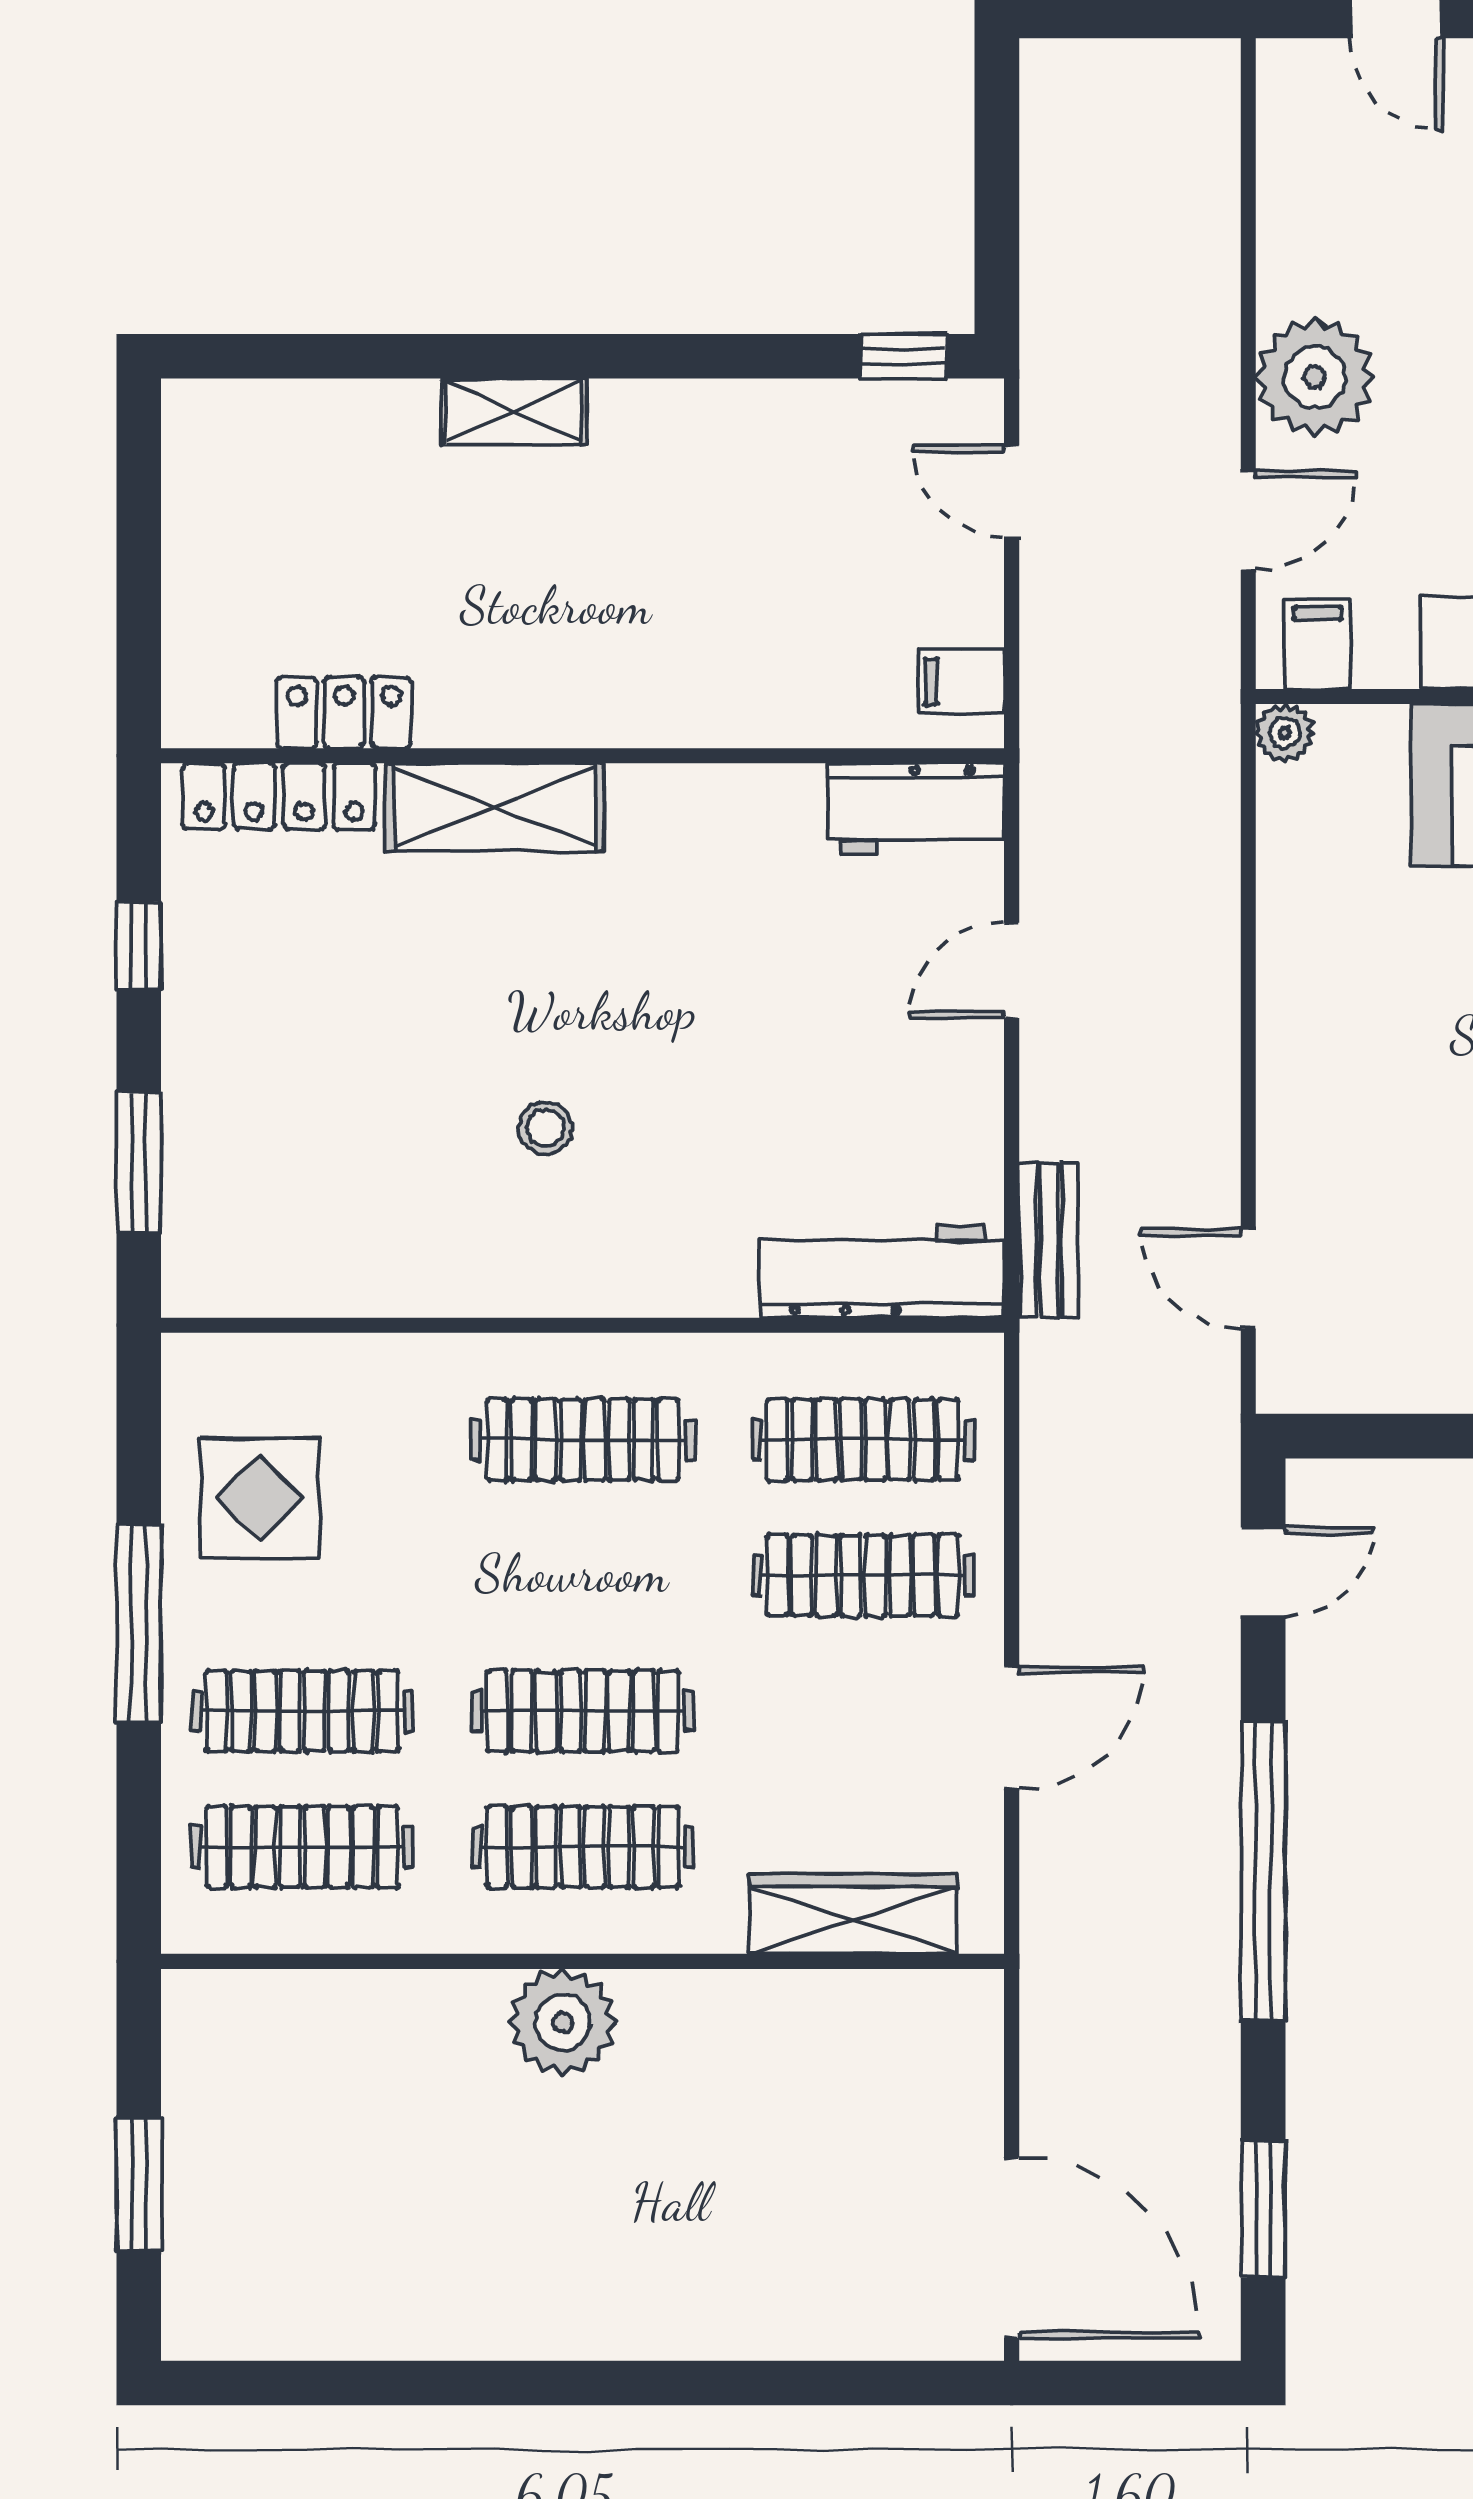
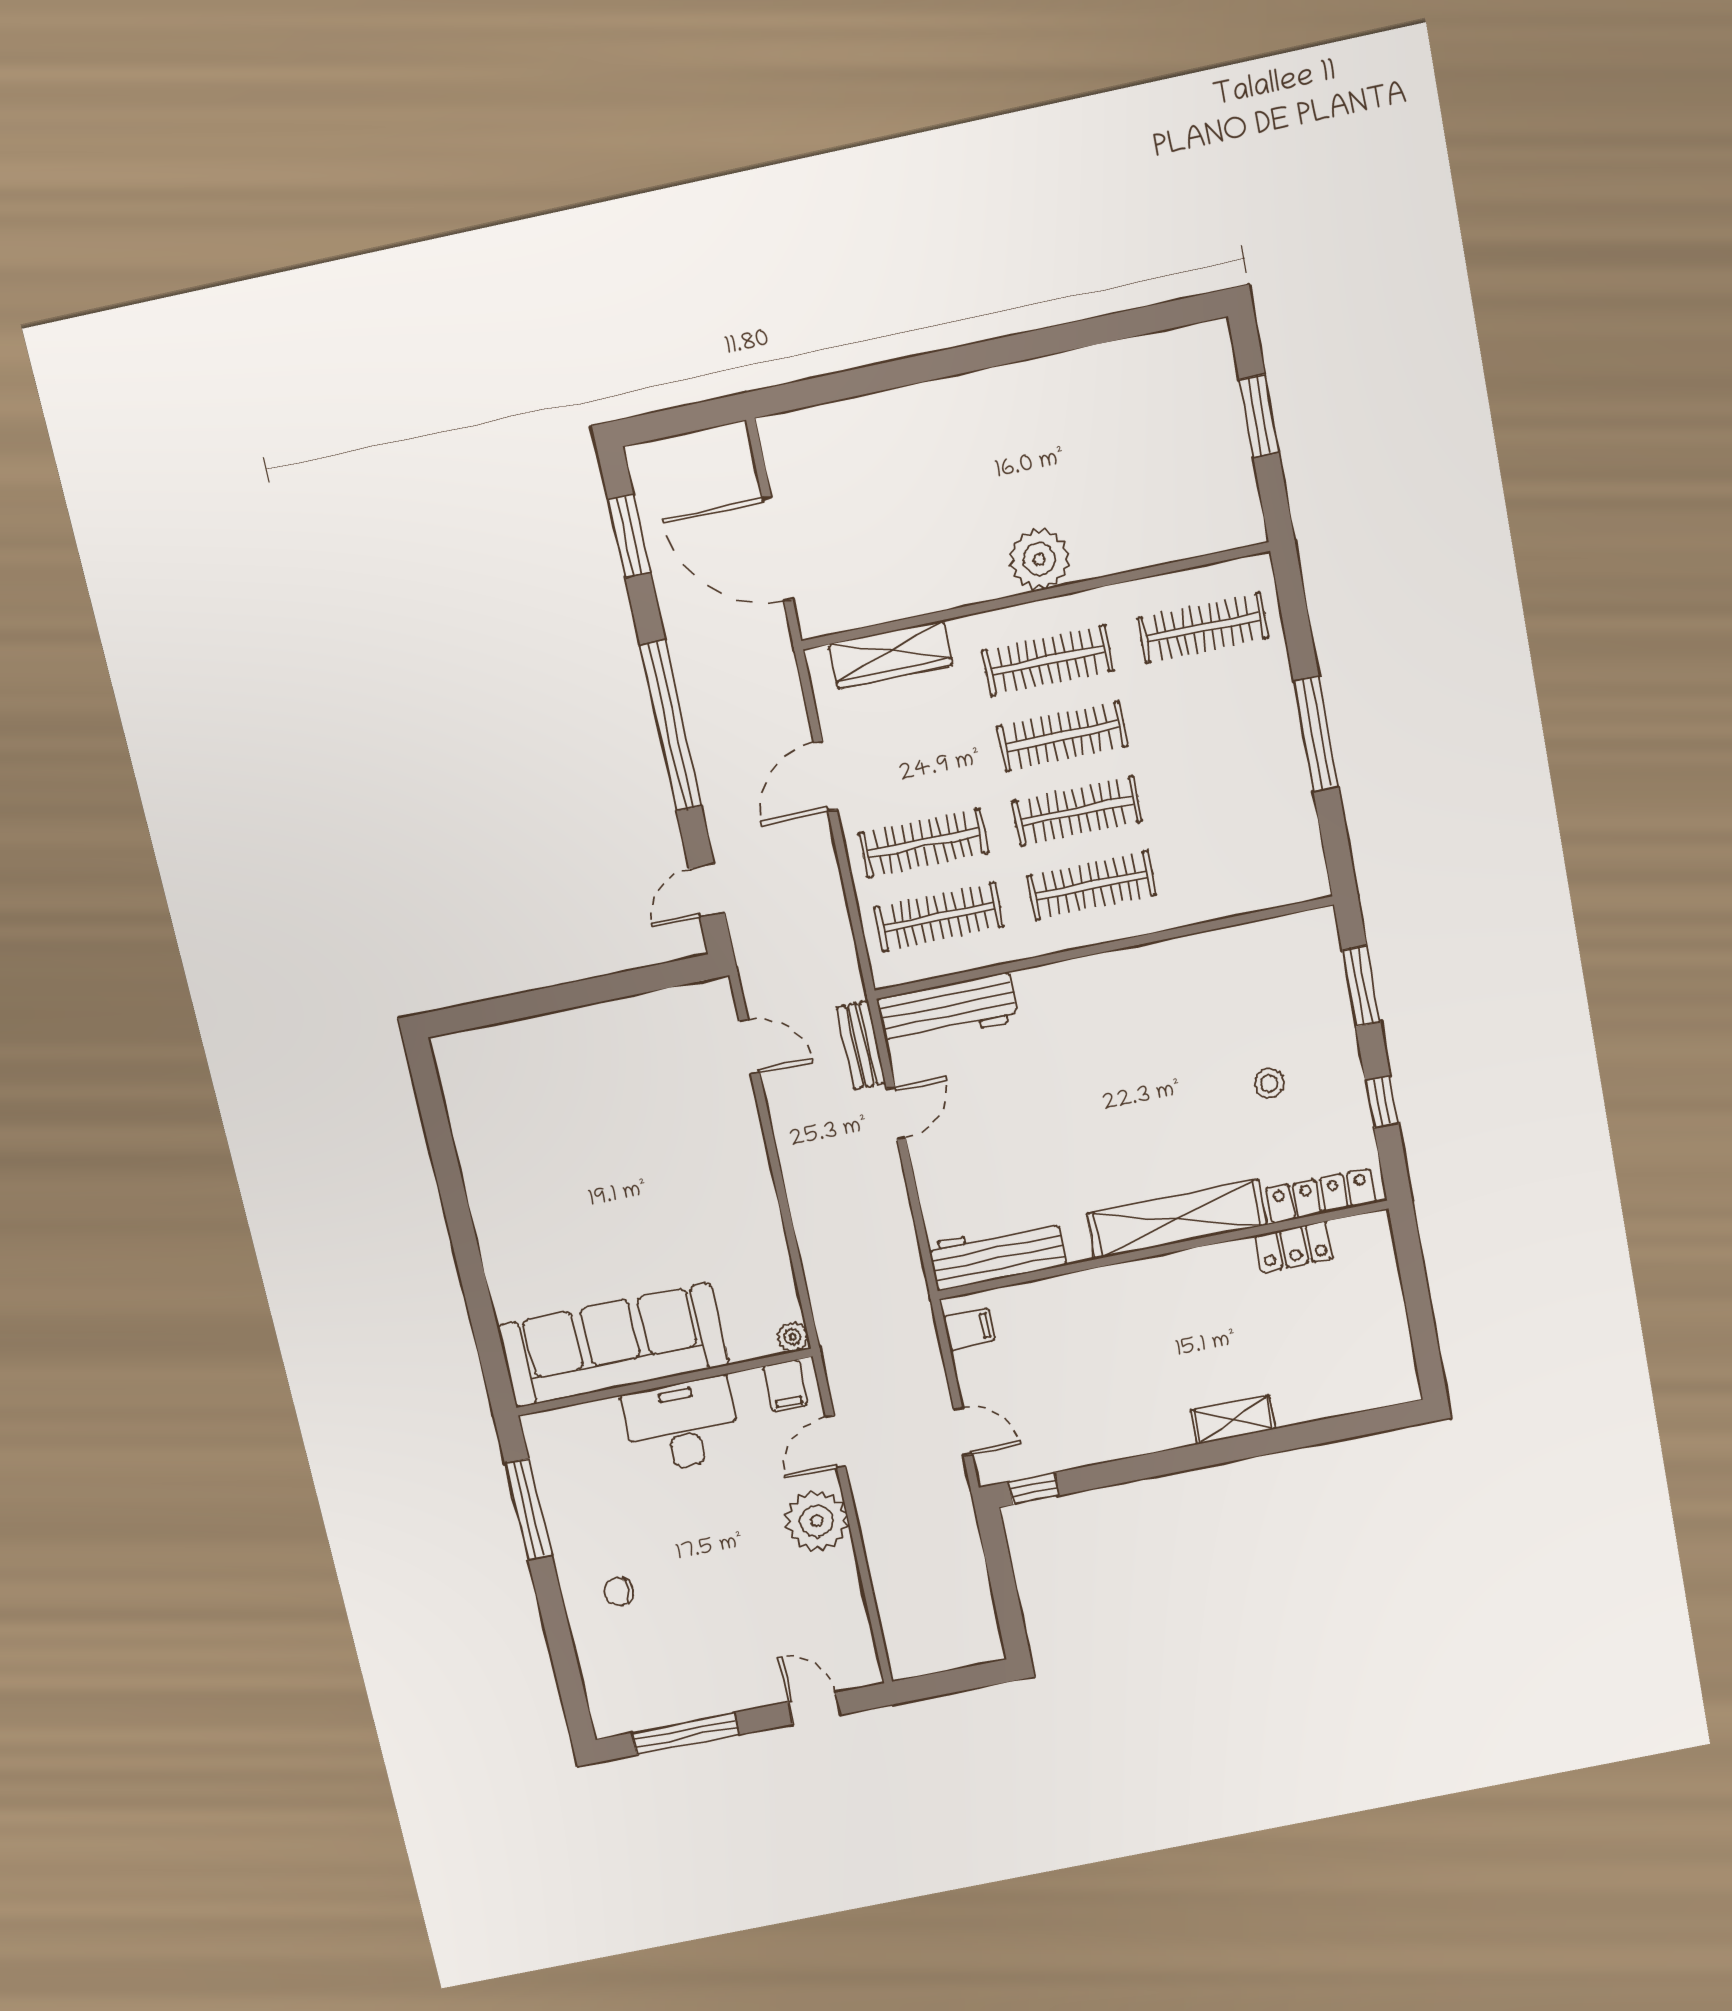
shelving: (495, 807) -> (1177, 1219), width x1.47
workbench: (916, 809) -> (997, 1254), width x1.38
door: (1012, 970) -> (896, 1113), moved
stool: (545, 1128) -> (1269, 1083), moved
display table: (260, 1498) -> (1262, 817), removed
clothes rail: (302, 1711) -> (1077, 811), moved
door: (1012, 2248) -> (778, 549), moved

